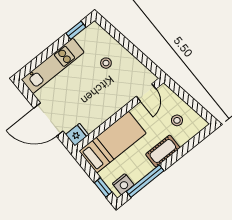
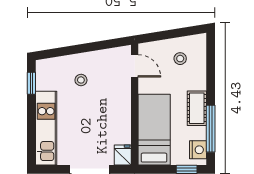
cot: (163, 151) -> (197, 108), moved

